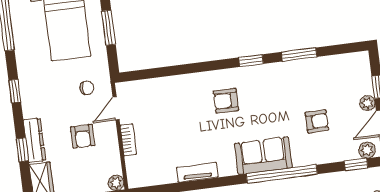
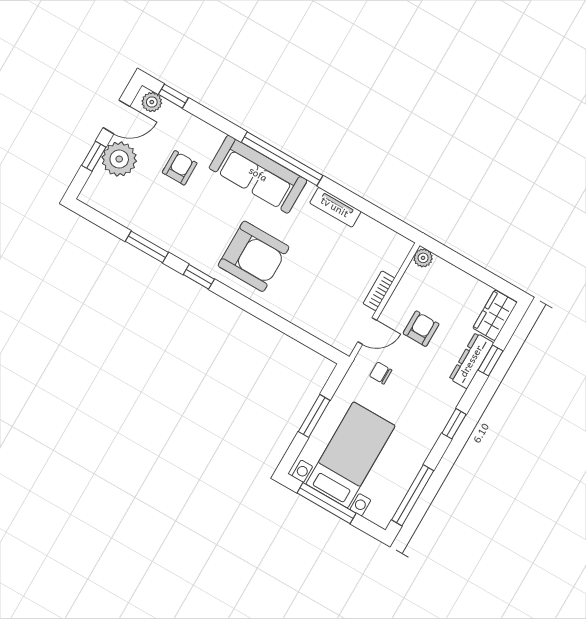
armchair: (226, 101) -> (254, 256), width x1.88, depth x1.88
plant: (367, 103) -> (119, 159), width x1.88, depth x1.88
armchair: (317, 121) -> (180, 168), turned 91
sofa: (263, 156) -> (258, 174), width x1.36
window: (282, 174) -> (282, 159), moved

